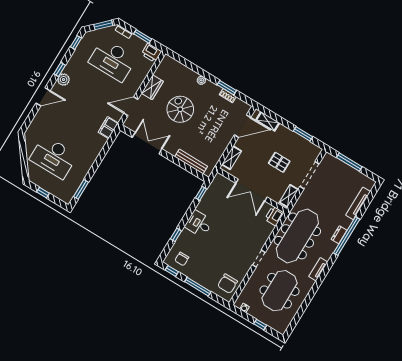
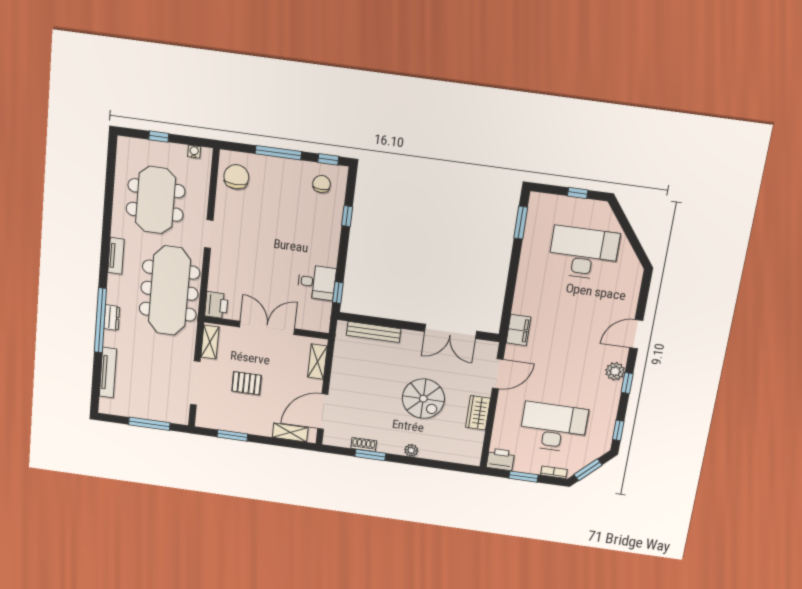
desk: (199, 224) -> (317, 282), moved

